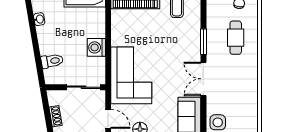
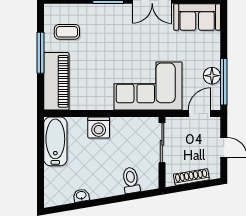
washing machine: (96, 47) -> (99, 128), moved
shoe rack: (56, 116) -> (191, 177), width x1.43

